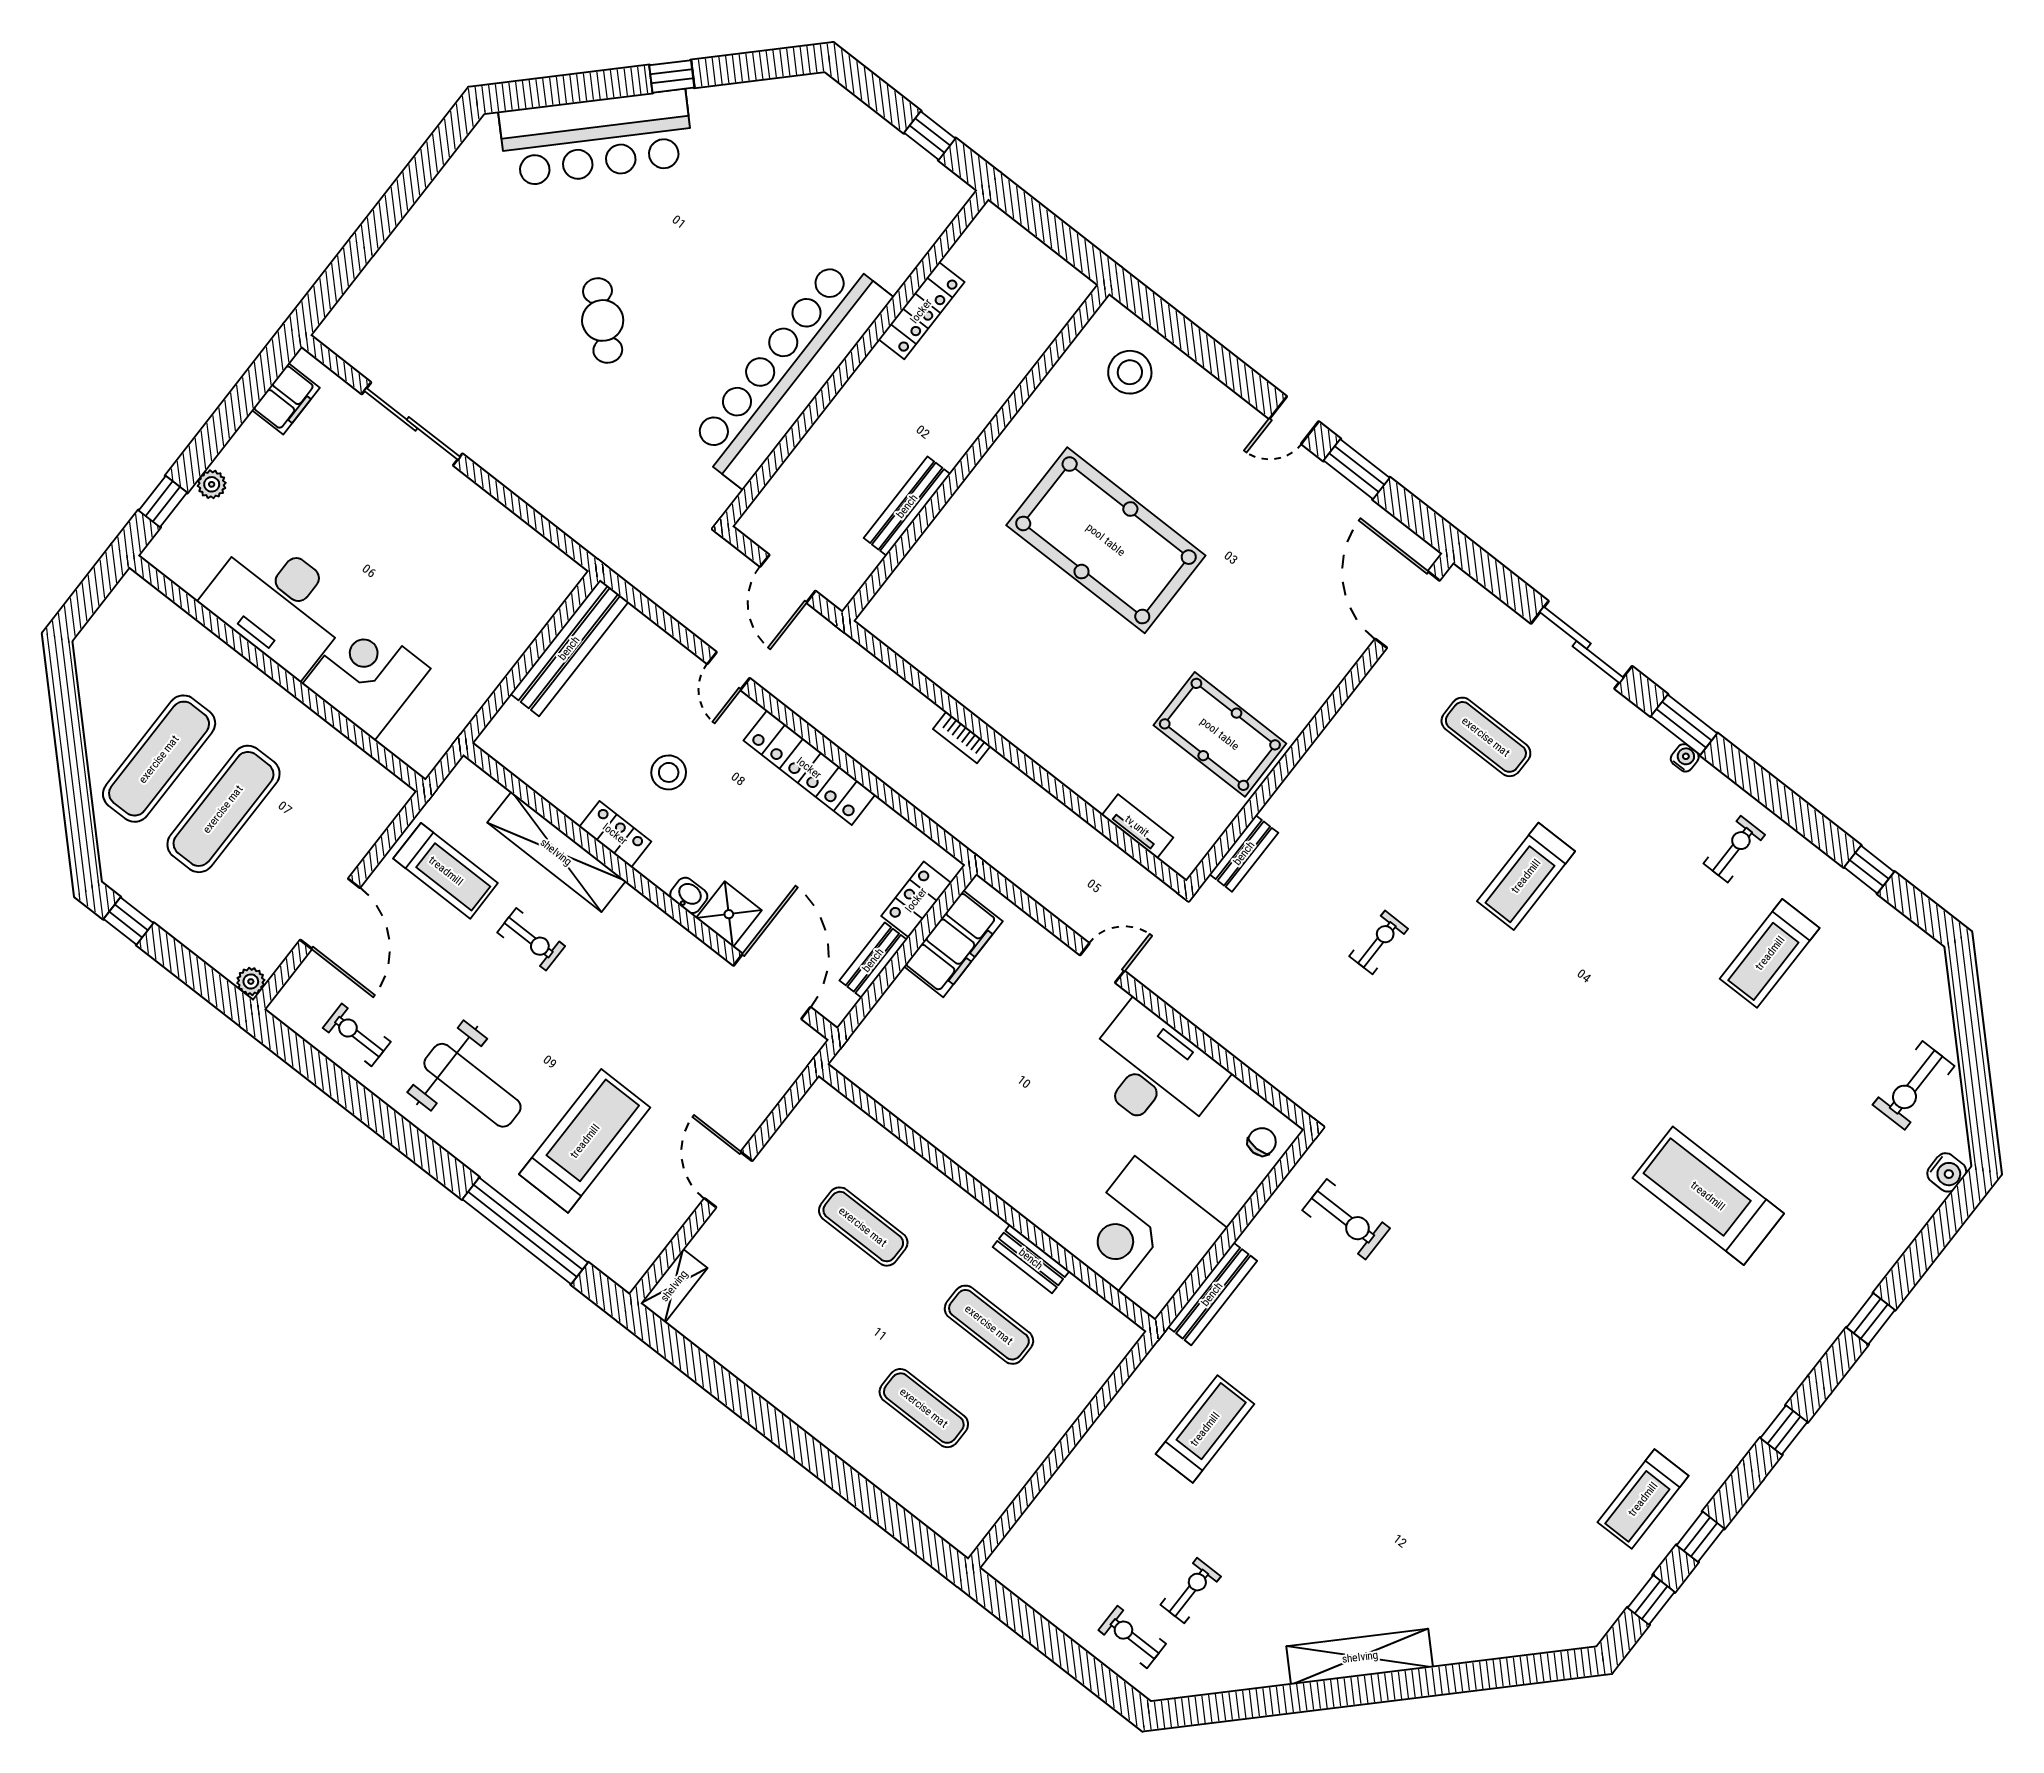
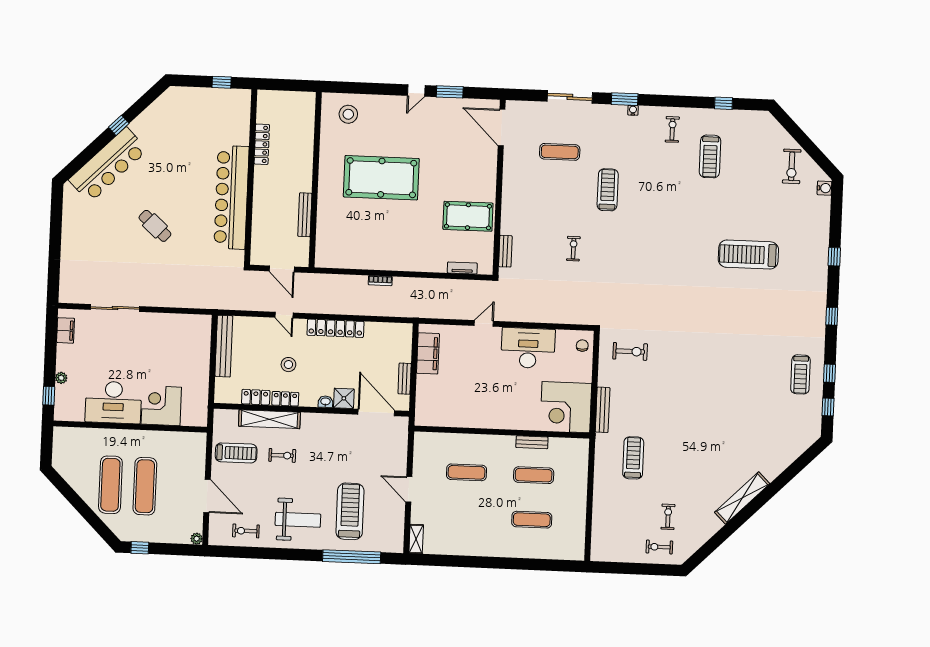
treadmill: (1526, 876) -> (608, 190), turned 180
locker: (916, 900) -> (256, 397), moved, turned 90

